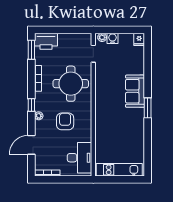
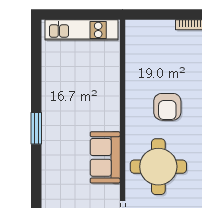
sofa: (135, 91) -> (105, 157), moved, turned 180
desk: (80, 158) -> (144, 49), removed

